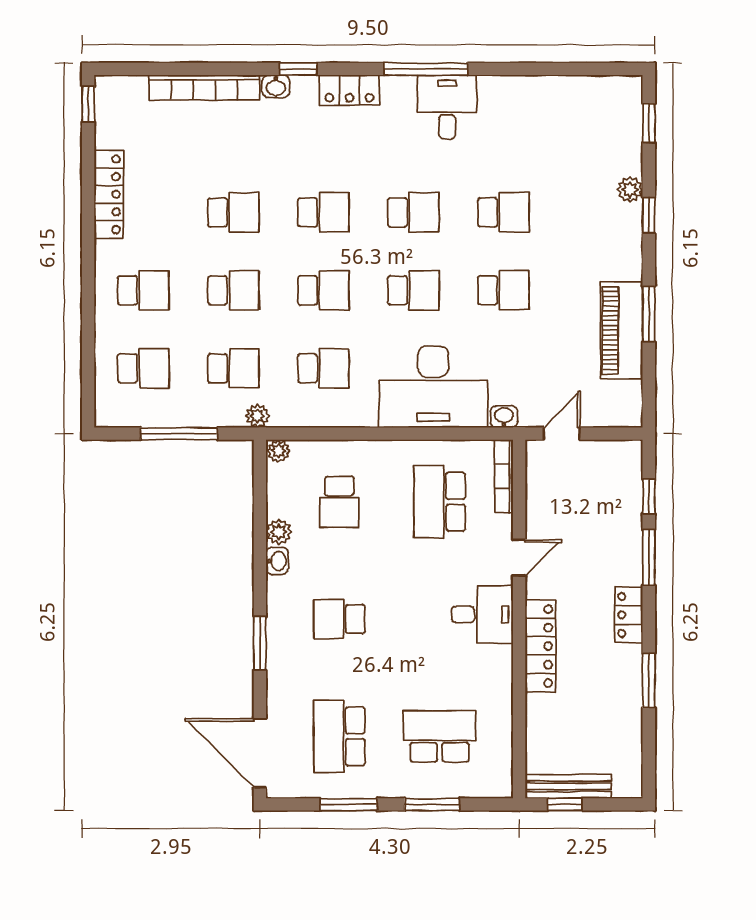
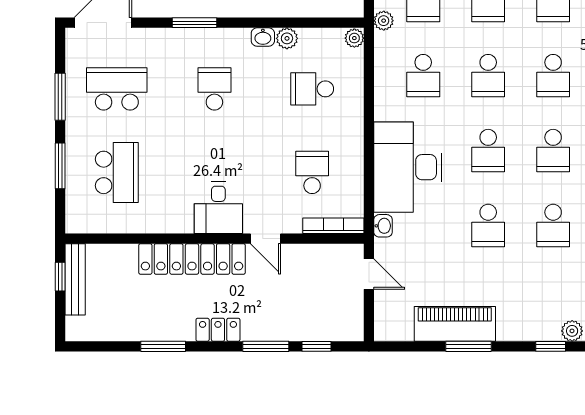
school desk: (440, 502) -> (312, 172), width x0.54
locker: (540, 646) -> (192, 259), width x1.41, depth x1.21

